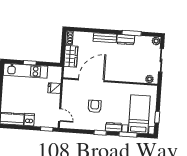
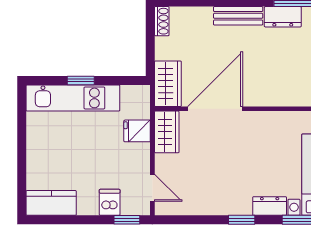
wardrobe: (71, 56) -> (168, 84), moved
wardrobe: (68, 89) -> (167, 132), added
armchair: (95, 106) -> (226, 164), removed
dishwasher: (29, 120) -> (110, 202), moved

